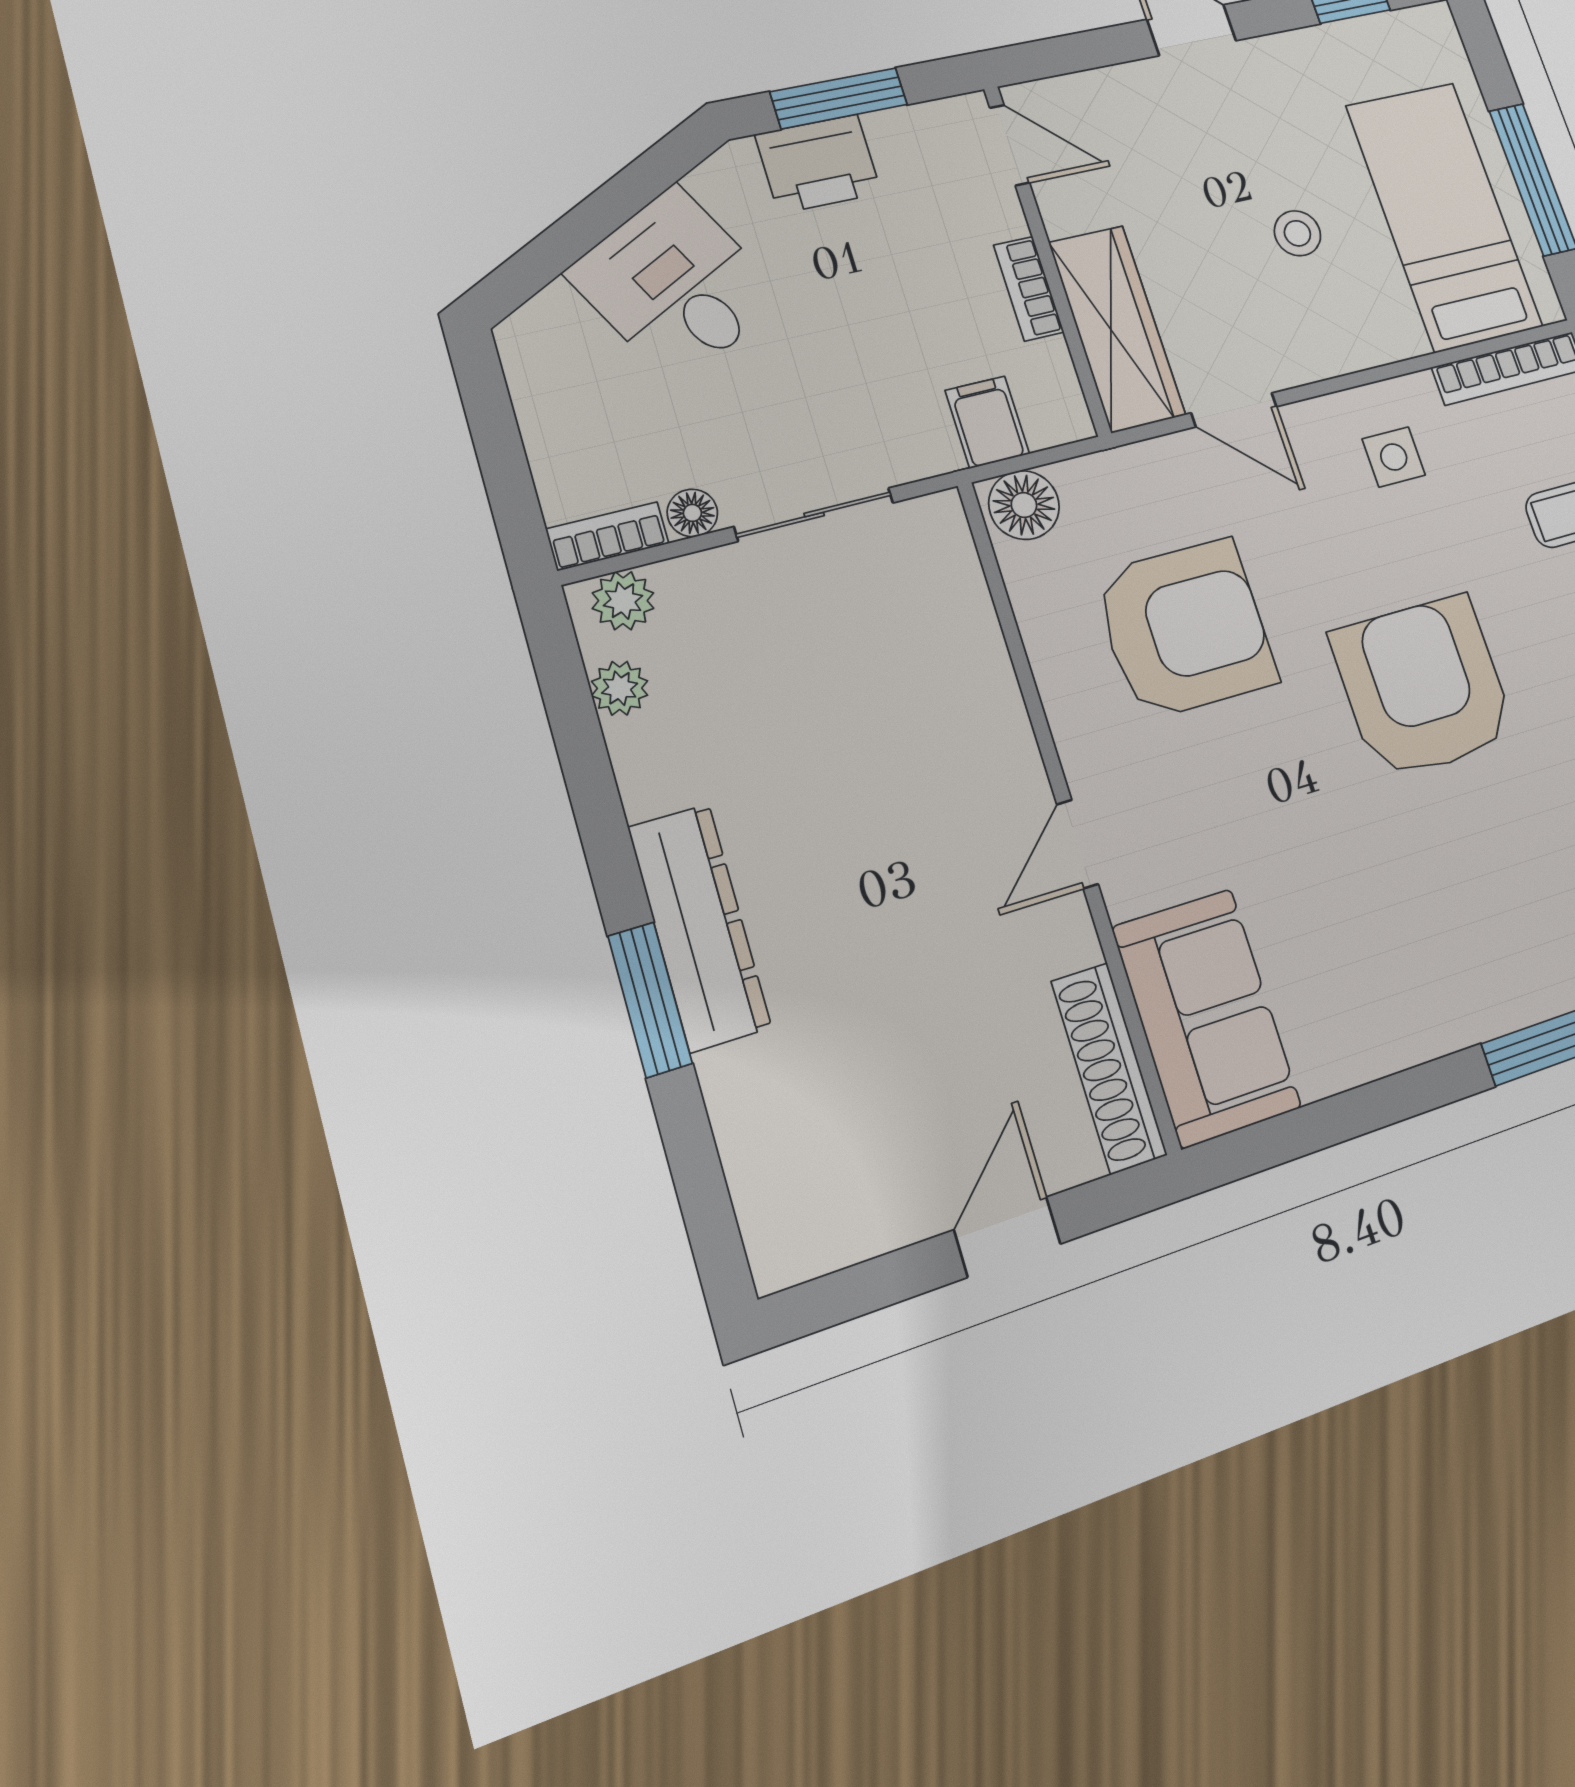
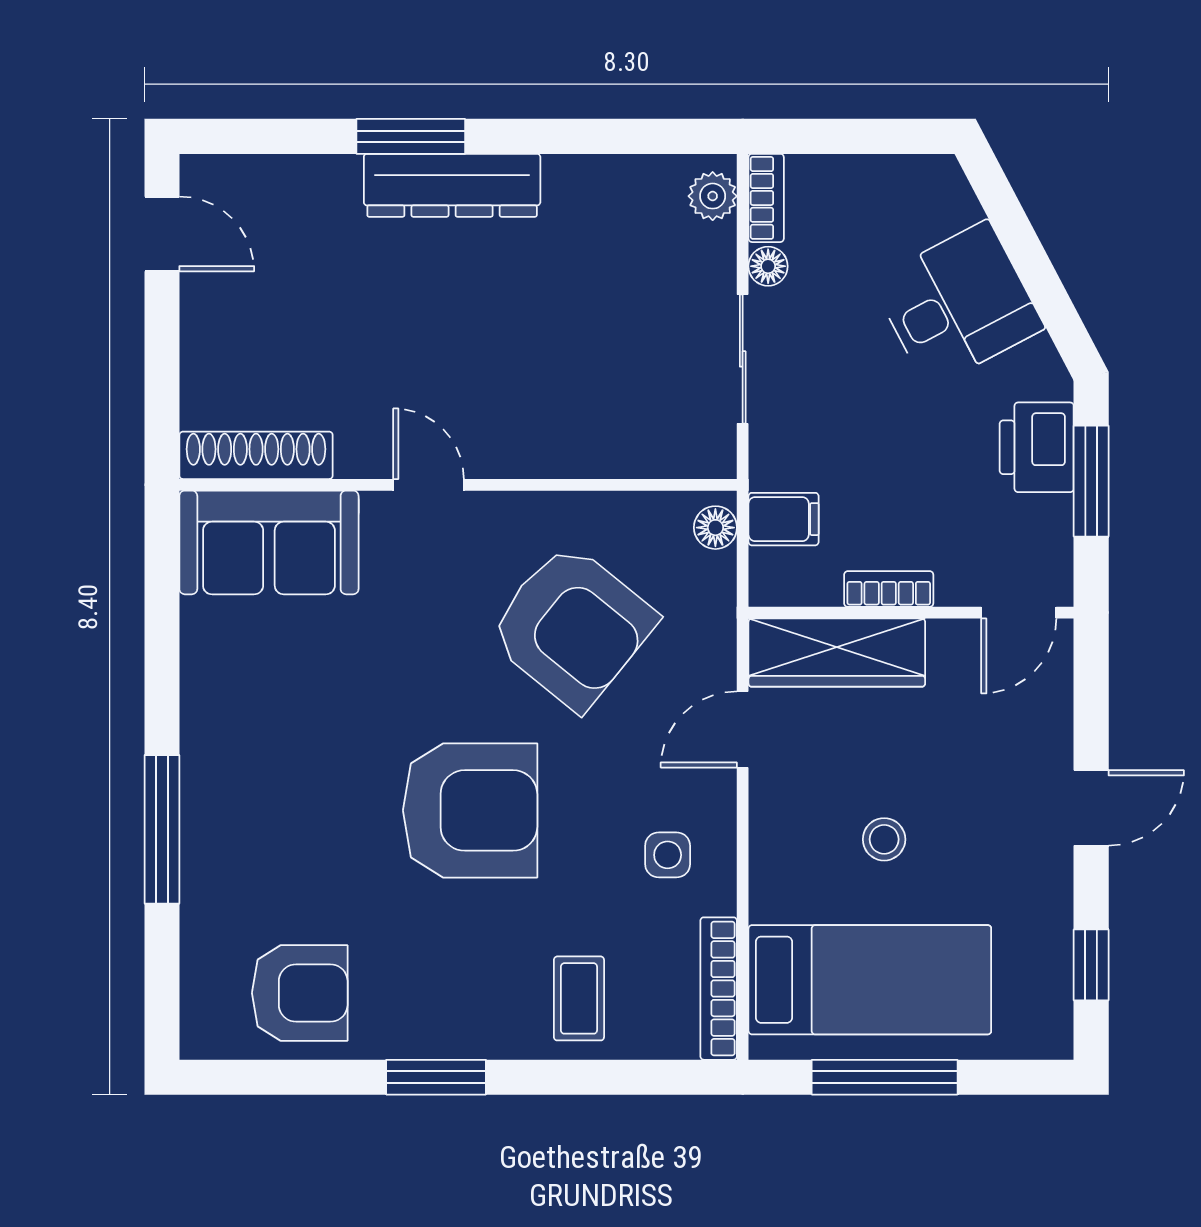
floor lamp: (1024, 505) -> (715, 528), width x0.73, depth x0.73
armchair: (1185, 629) -> (572, 626), turned -51
plant: (620, 688) -> (646, 176), removed
door: (1007, 1237) -> (162, 234), moved

